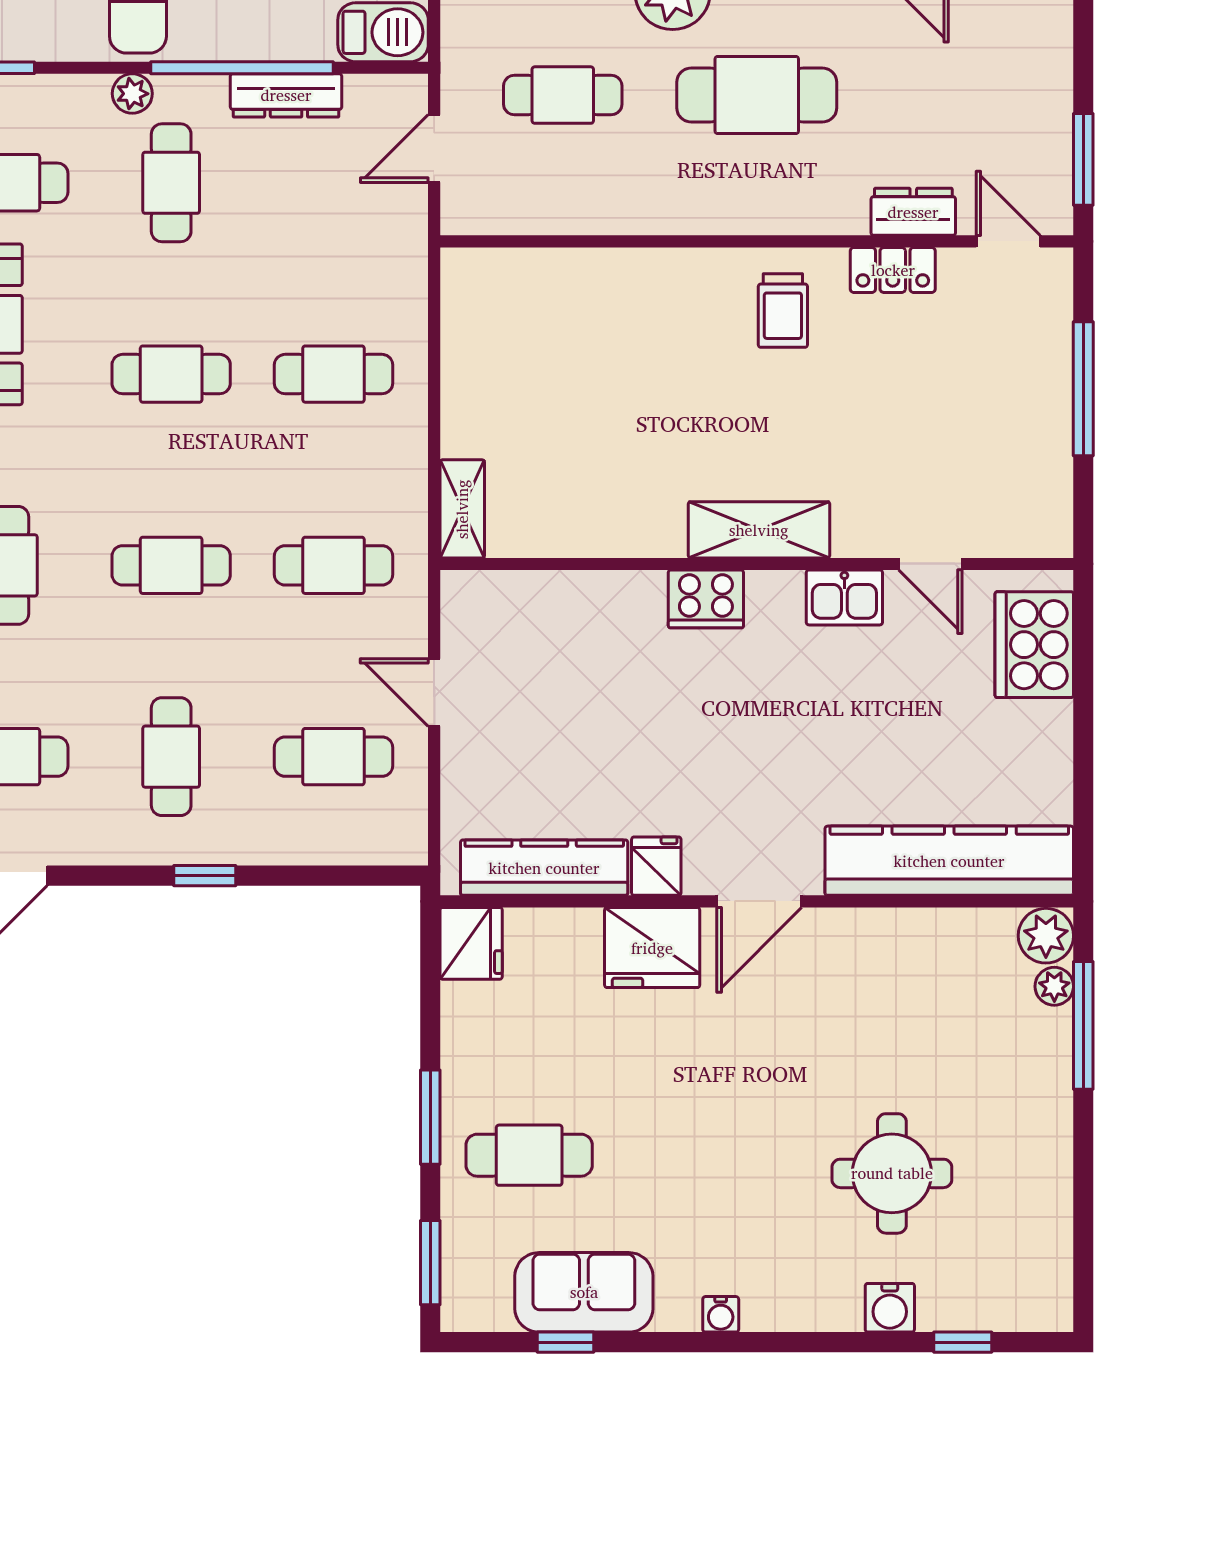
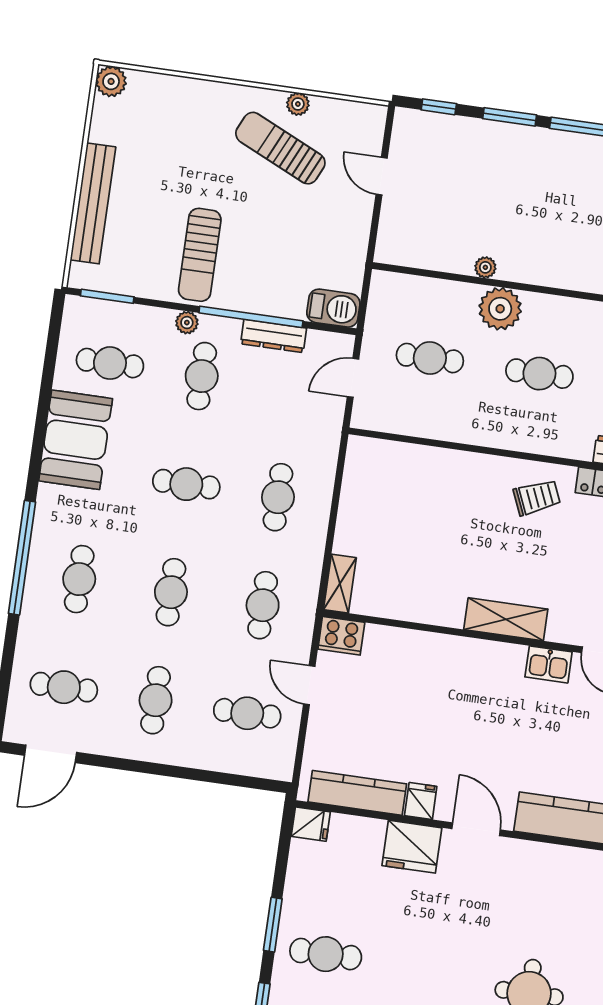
cafe table: (757, 95) -> (539, 374), width x0.73, depth x0.74
trolley: (783, 310) -> (537, 497), turned -113
cafe table: (334, 374) -> (278, 497), turned 90
cafe table: (171, 565) -> (171, 592), turned 90
cafe table: (334, 565) -> (263, 605), turned 90
cooker: (706, 599) -> (341, 636), moved
window: (205, 876) -> (165, 770), removed
door: (759, 901) -> (476, 829), swing flipped
fridge: (471, 943) -> (311, 824), width x0.72

